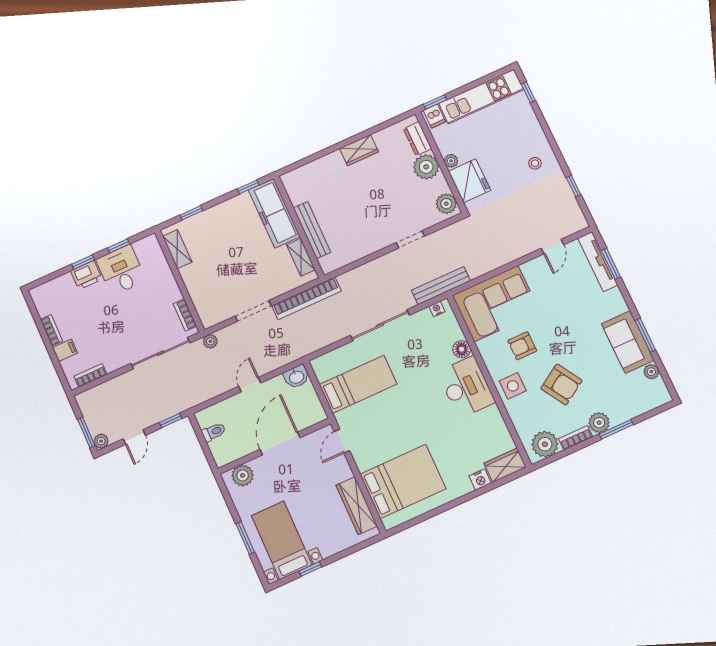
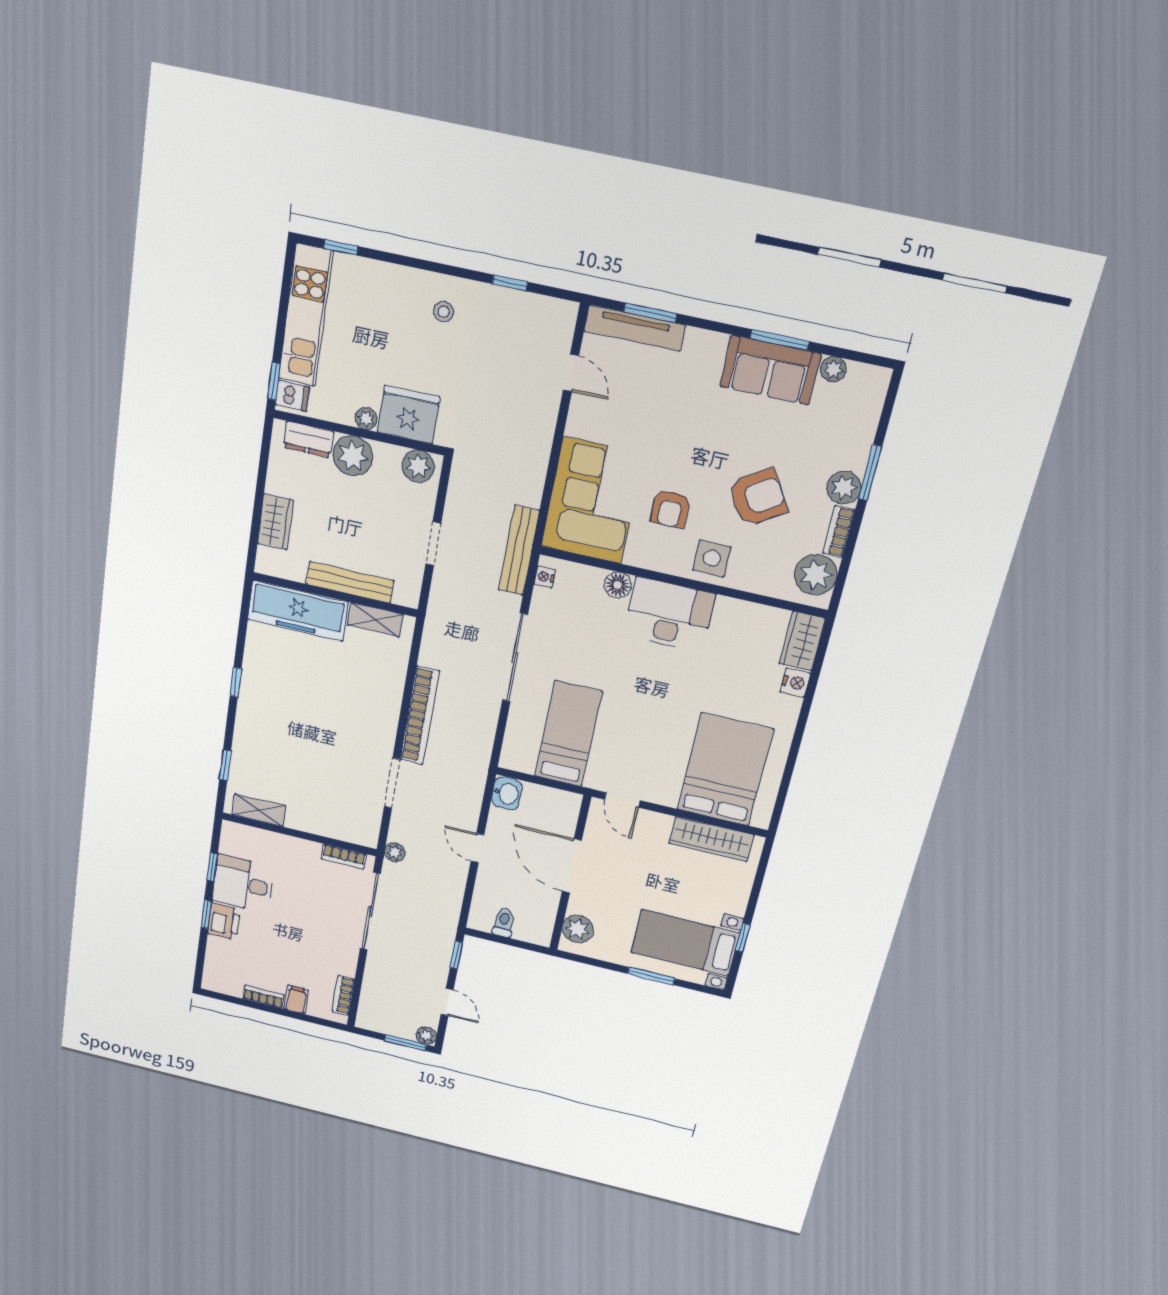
freezer: (274, 213) -> (298, 611), moved
wall: (299, 227) -> (335, 595), moved
bench: (312, 230) -> (350, 582), moved
shelving: (301, 257) -> (375, 620), moved

